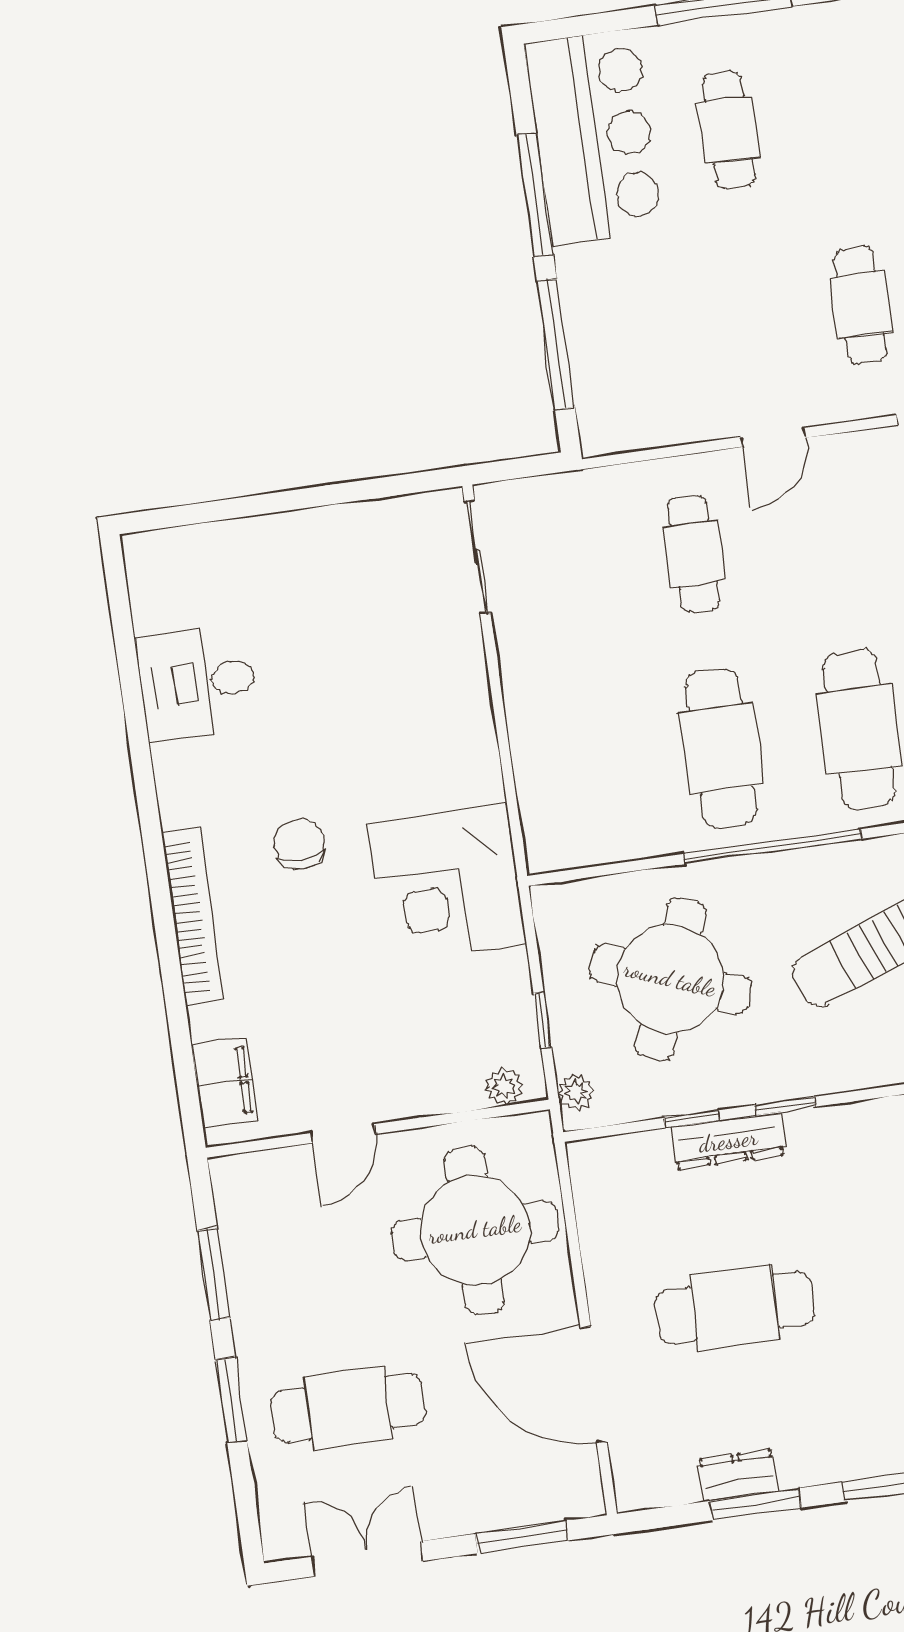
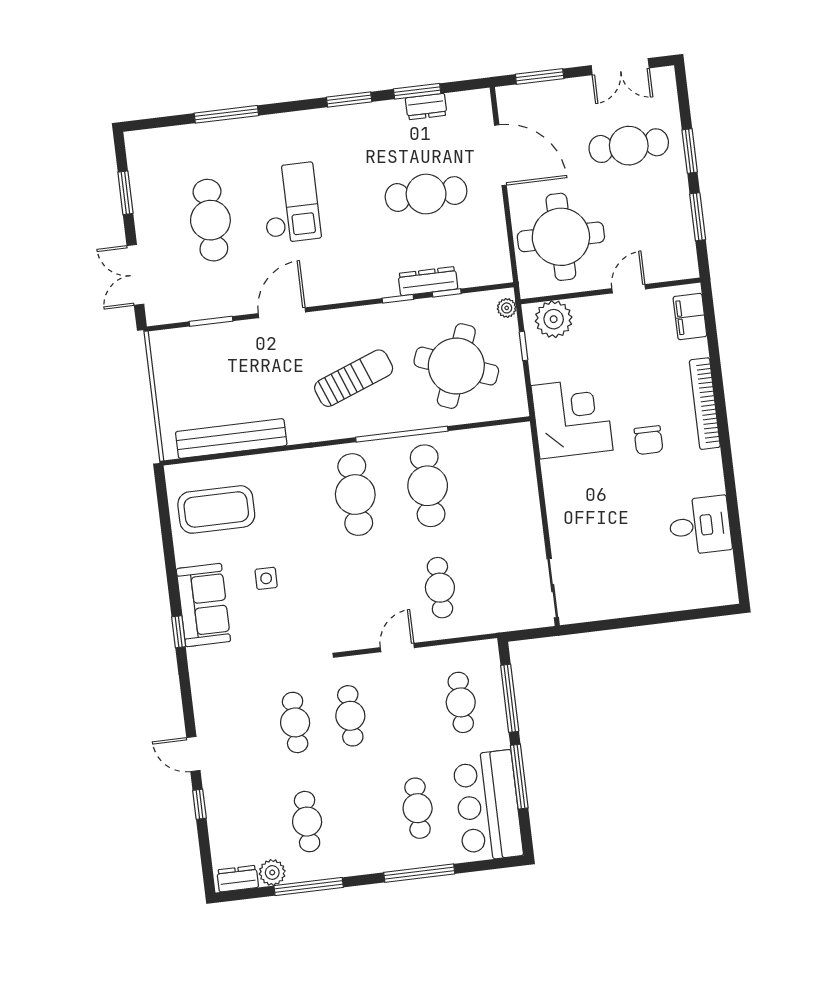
cafe table: (650, 334) -> (461, 702), added
plant: (505, 1087) -> (554, 319), width x1.87, depth x1.87

